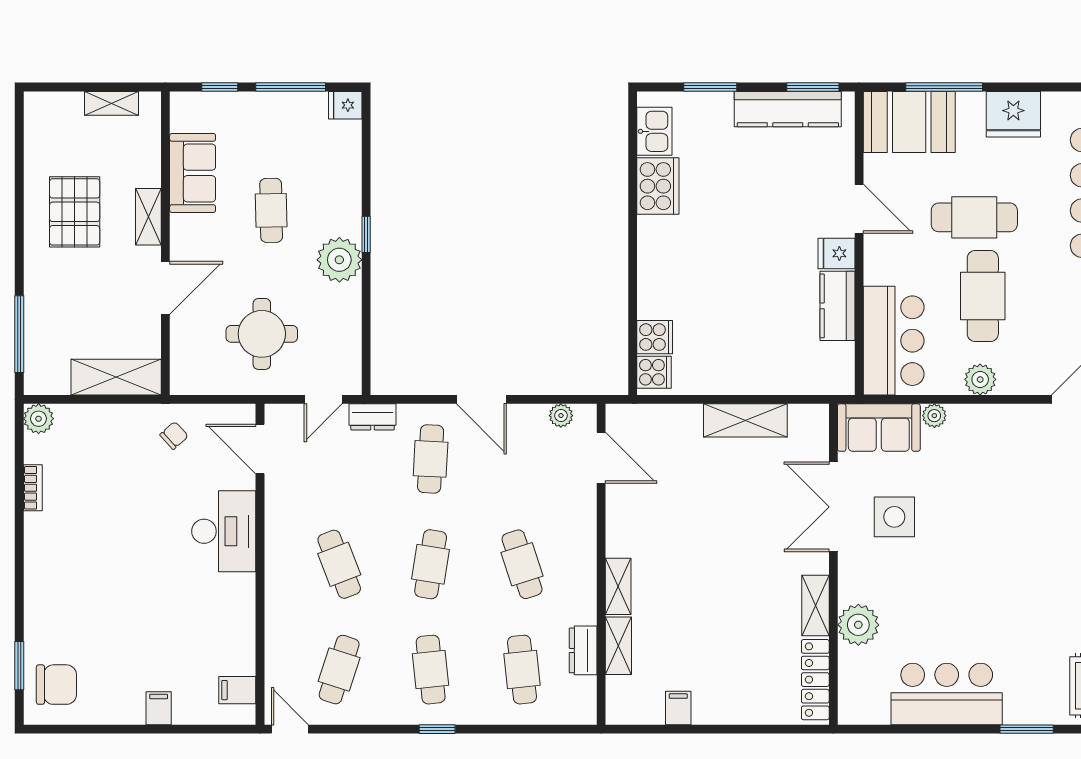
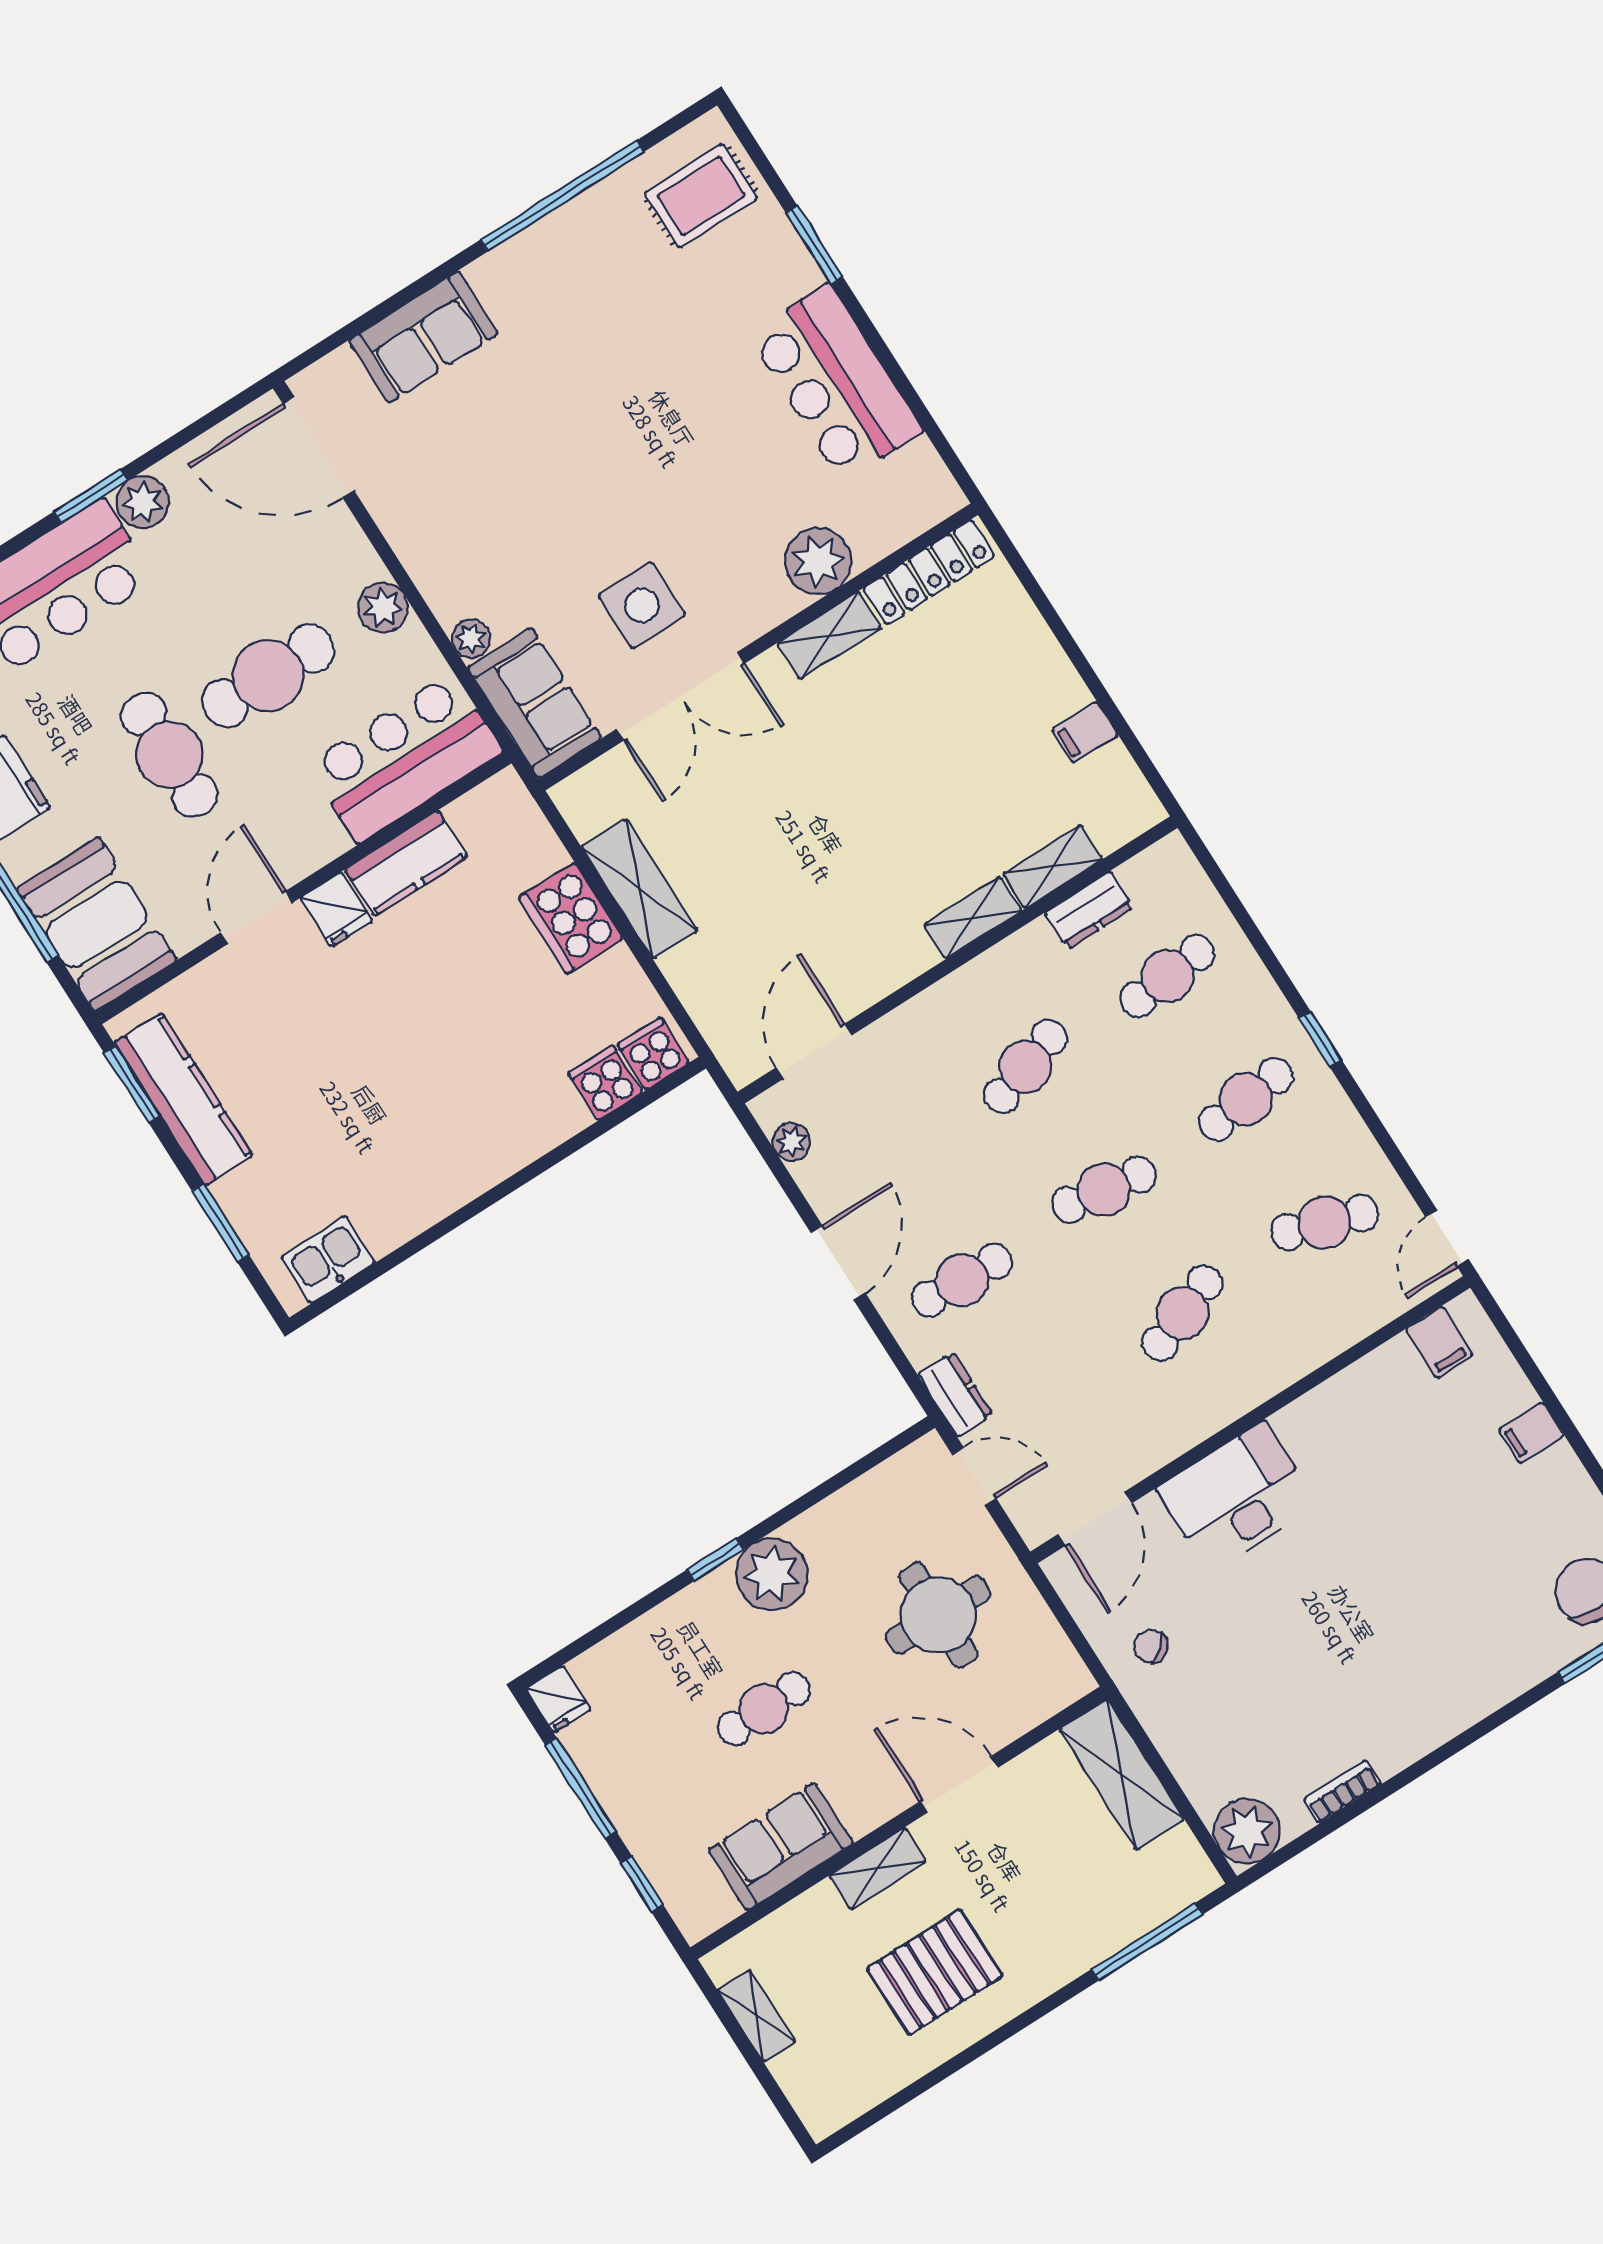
cooker: (658, 186) -> (571, 918), moved, turned -90
plant: (39, 419) -> (1247, 1831), width x1.36, depth x1.36

